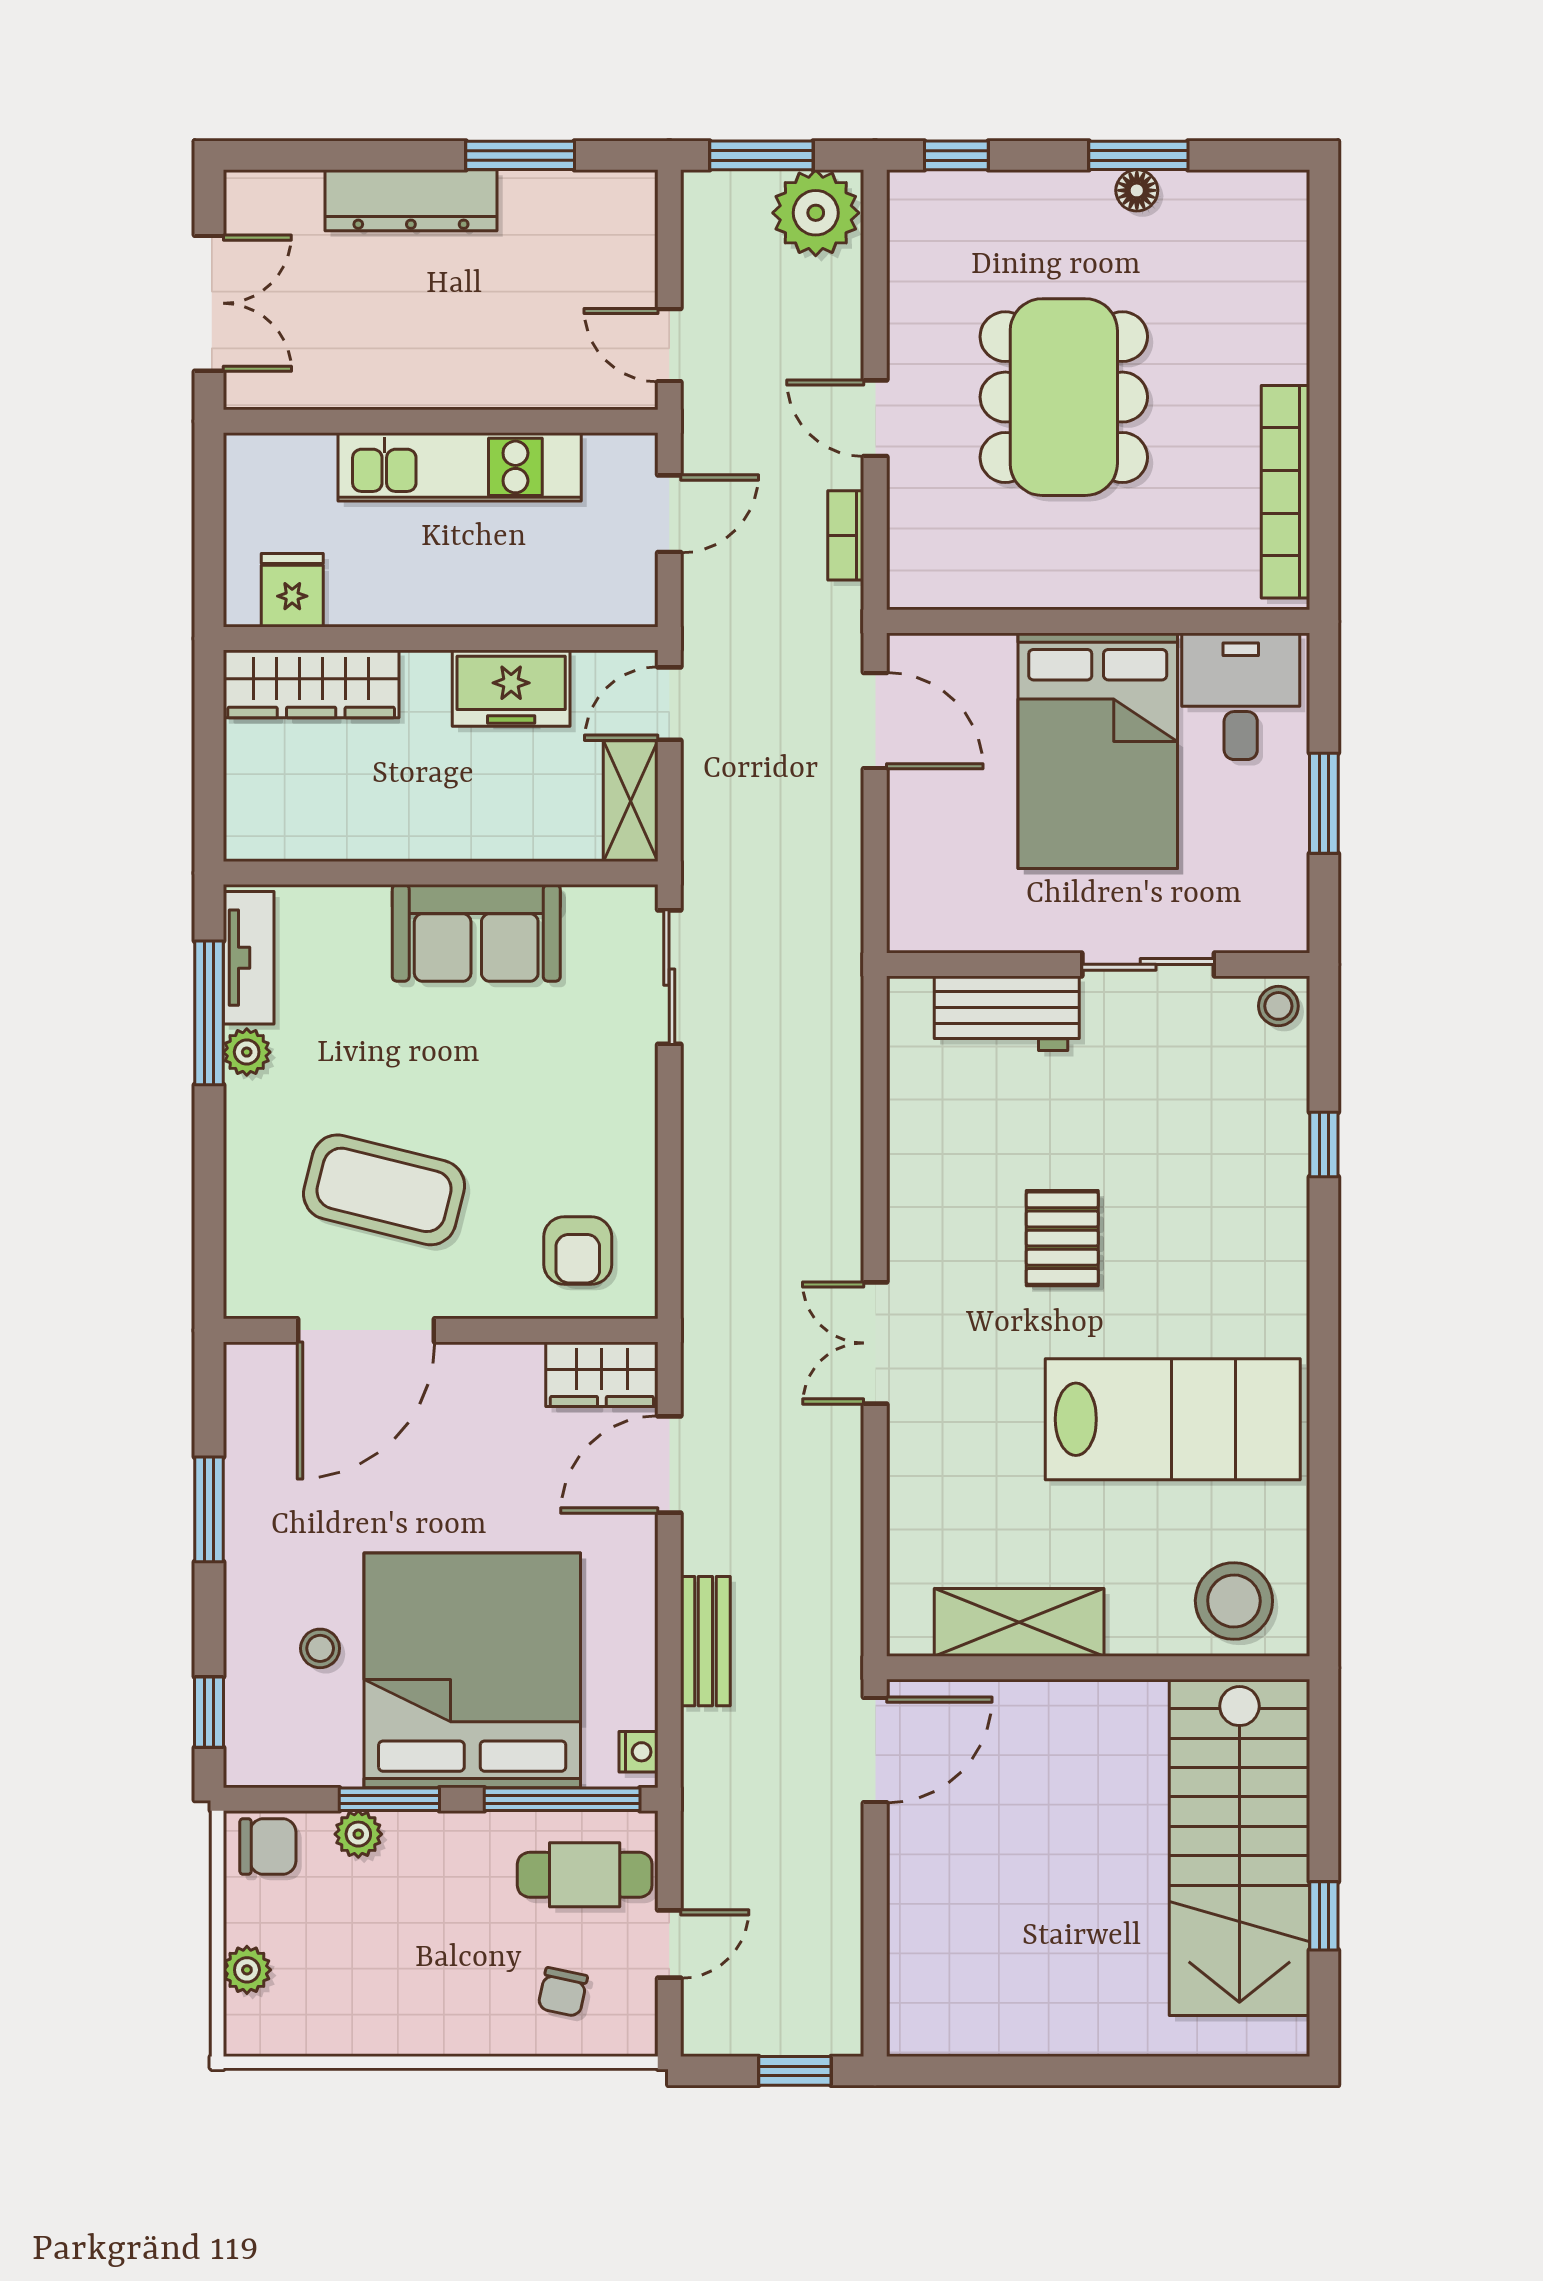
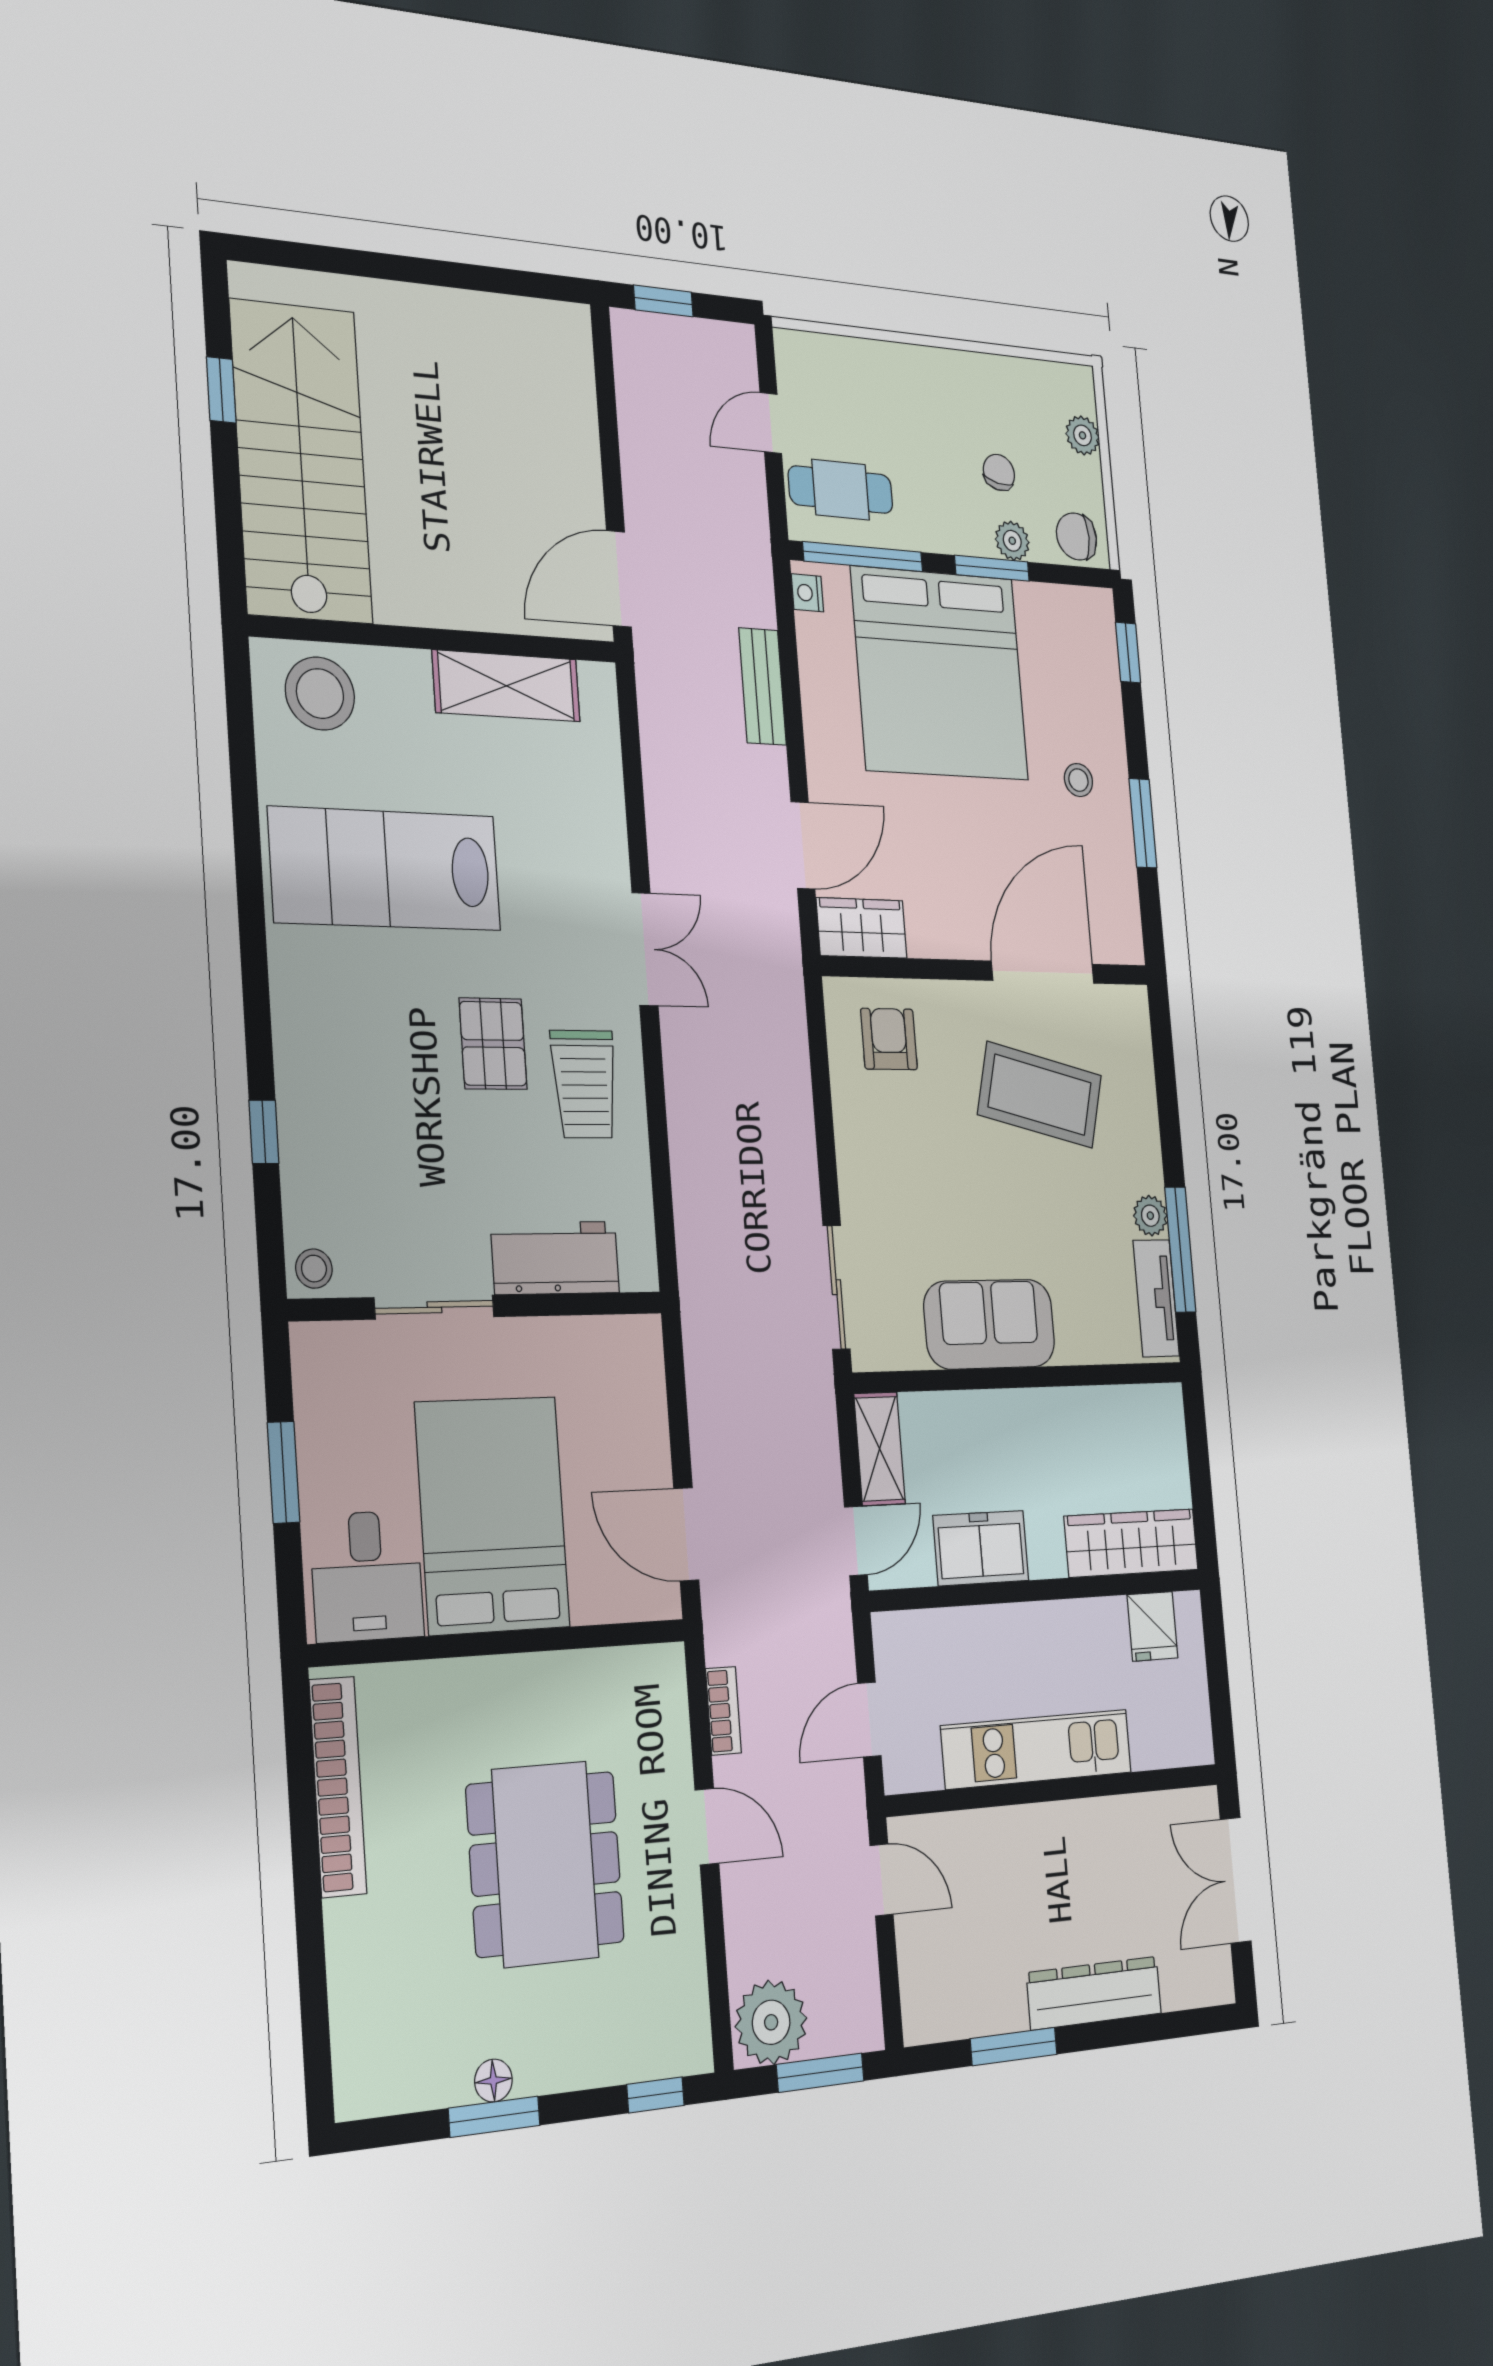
trolley: (959, 1197) -> (584, 1084), added
stool: (320, 1648) -> (1078, 780), moved
chair: (563, 1992) -> (999, 472), moved

